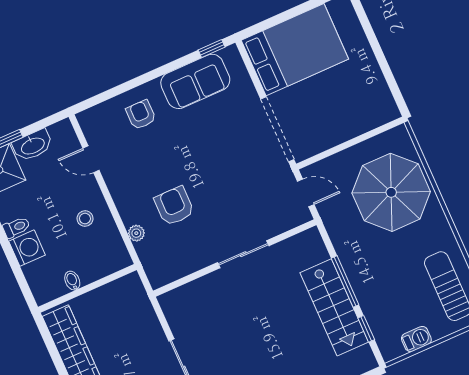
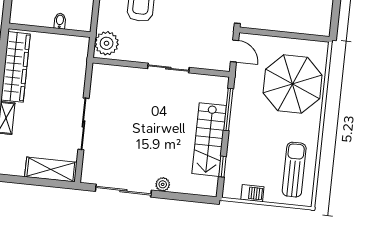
plant: (136, 233) -> (107, 43), moved, width x1.88, depth x1.88
bidet: (72, 281) -> (60, 21), moved
window: (345, 281) -> (228, 109), moved

